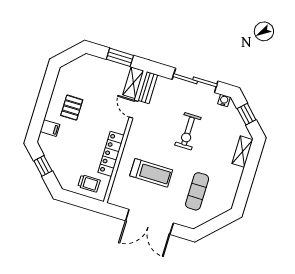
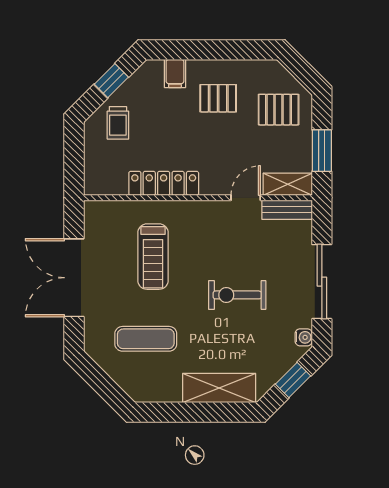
pallet: (89, 75) -> (279, 110), added
shelving: (242, 152) -> (219, 388), width x1.50, depth x1.33
trolley: (89, 183) -> (118, 123), moved

